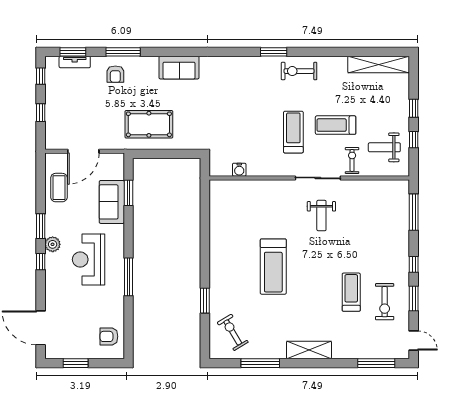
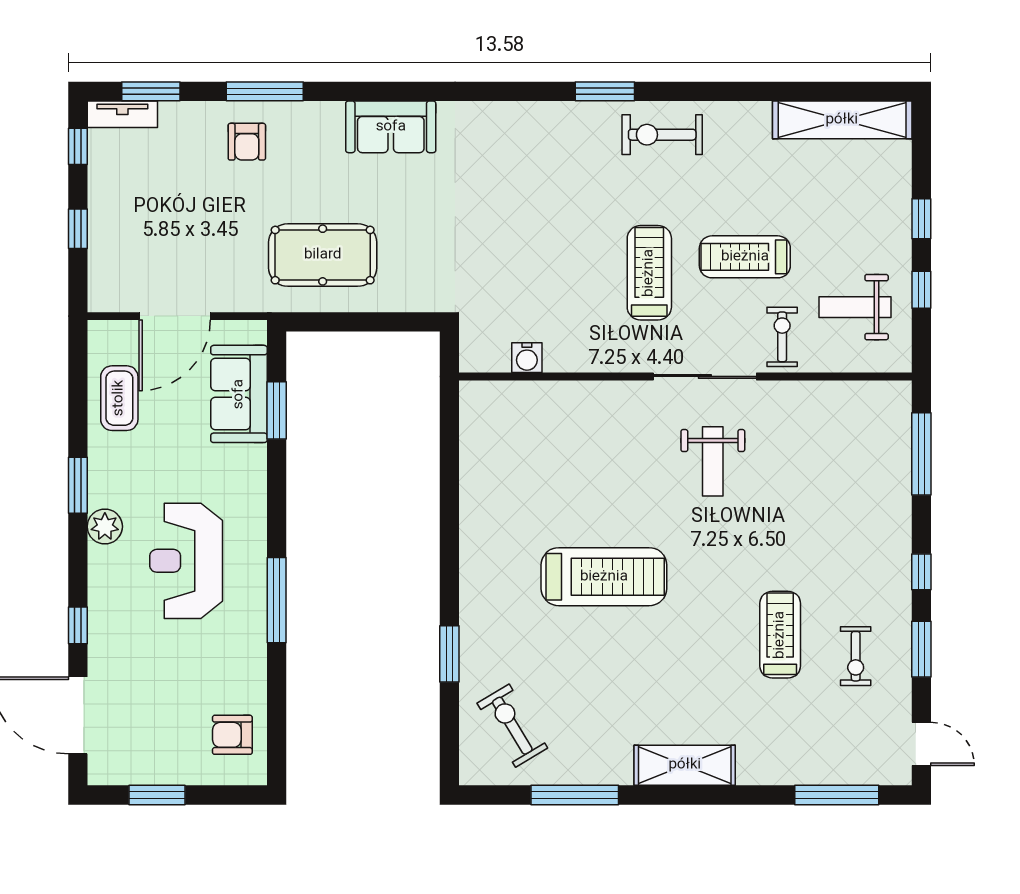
tv unit: (75, 62) -> (122, 114), moved
sofa: (112, 202) -> (239, 394), moved
window: (41, 262) -> (78, 625), moved
treadmill: (273, 267) -> (604, 577), turned -90
exercise bike: (385, 302) -> (856, 656), width x0.73, depth x0.72

